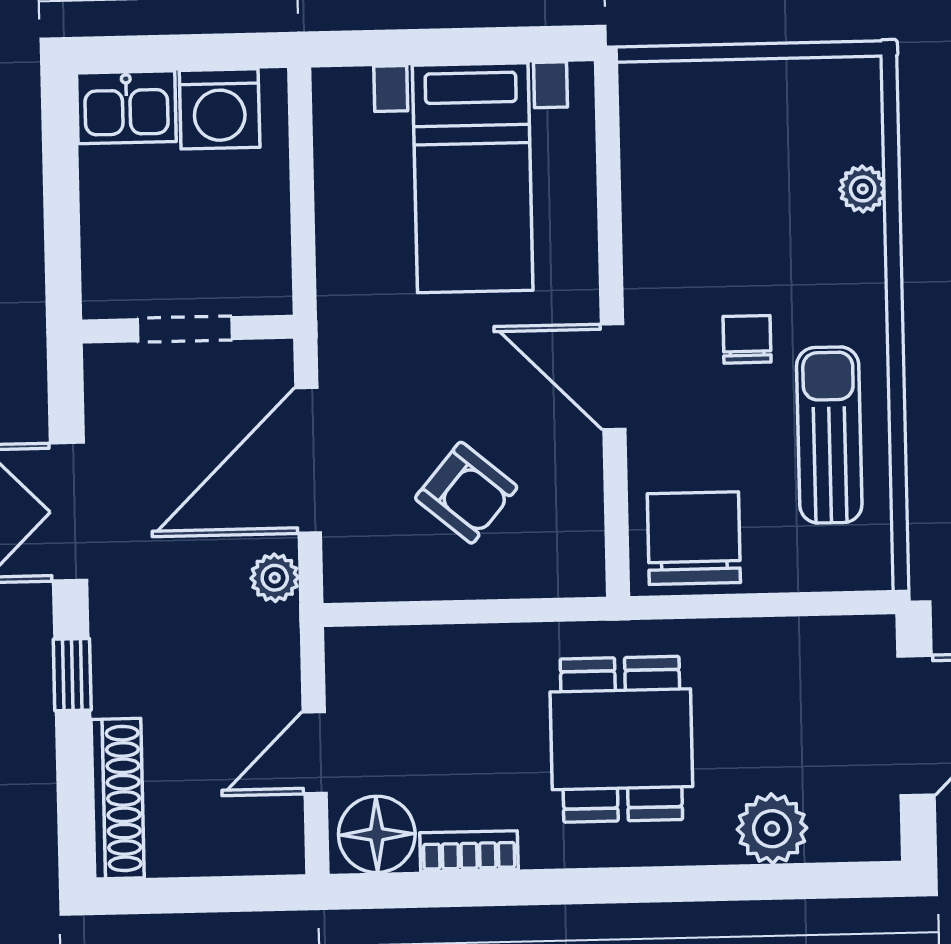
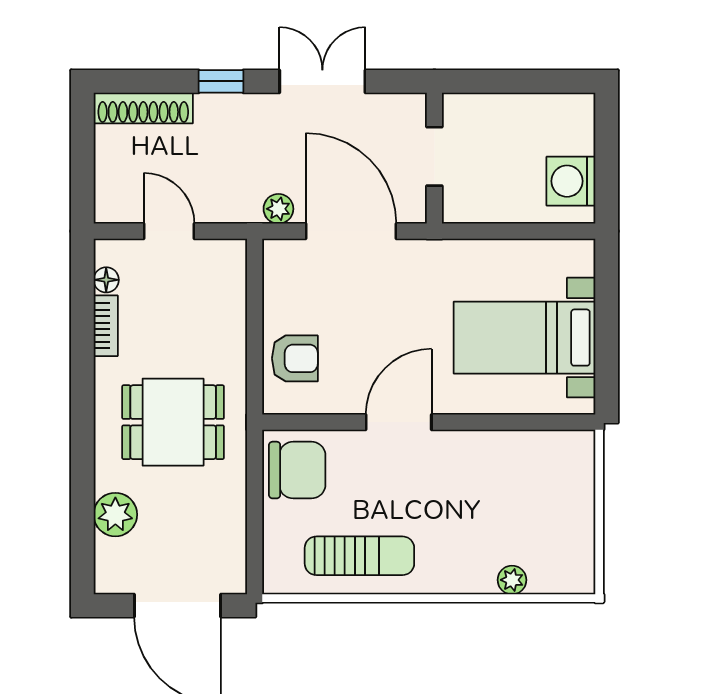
kitchen sink: (126, 107) -> (573, 123), removed
chair: (747, 339) -> (420, 506), removed
armchair: (466, 493) -> (295, 358), moved, turned -130
floor lamp: (377, 834) -> (106, 280), width x0.53, depth x0.53

